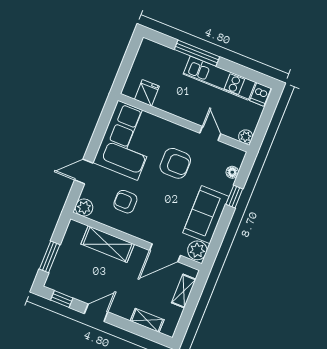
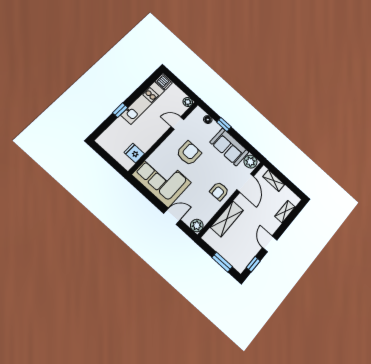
window: (197, 53) -> (120, 110), width x0.46
door: (84, 171) -> (172, 216), swing flipped
armchair: (125, 202) -> (219, 191), moved

